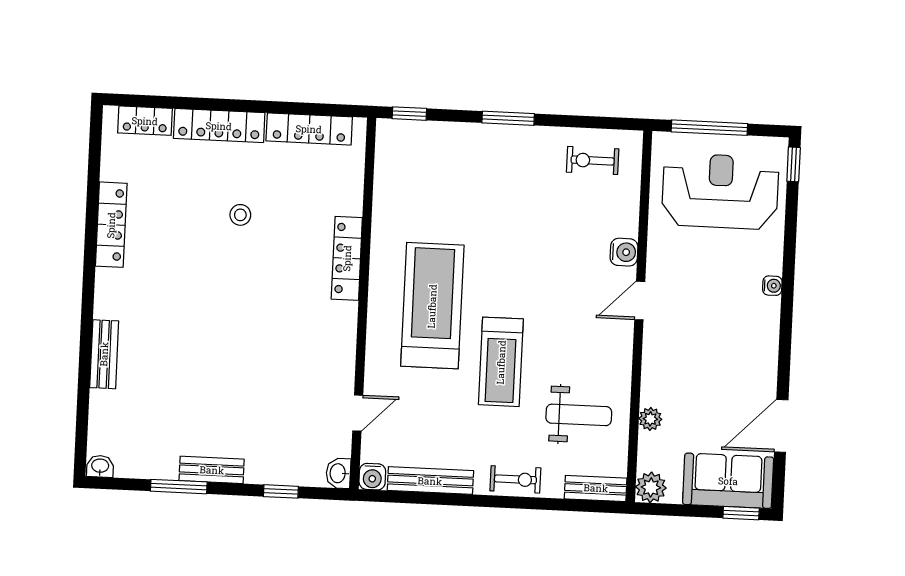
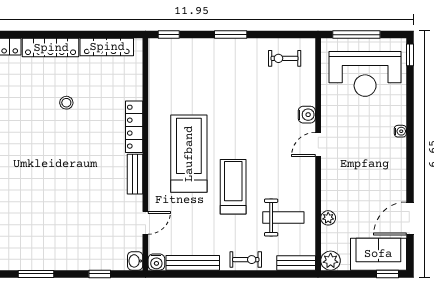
reception desk: (720, 191) -> (365, 74), turned 180
treadmill: (501, 362) -> (233, 187), turned 180
bench: (212, 470) -> (135, 174), moved, turned 90

